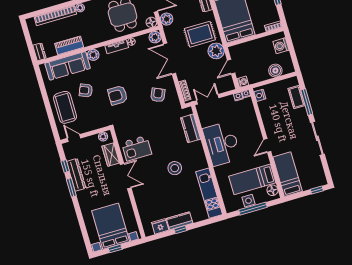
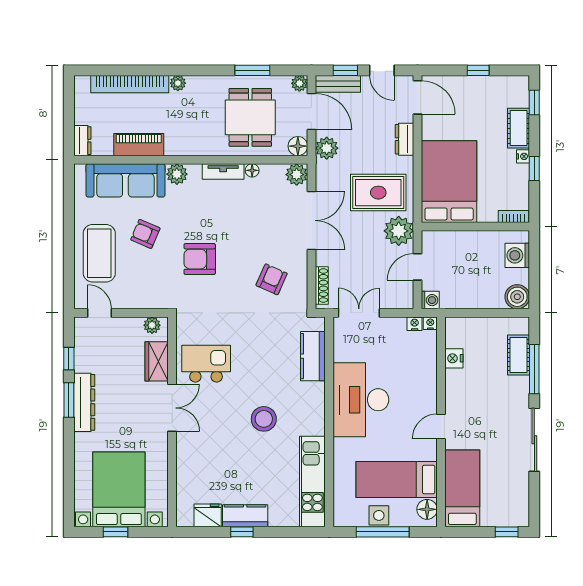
double door: (170, 59) -> (311, 220), swing flipped
boiler: (275, 71) -> (517, 297), moved
nightstand: (260, 95) -> (454, 358), moved
kitchen island: (137, 148) -> (206, 364), turned 180
dresser: (76, 175) -> (84, 402), moved

